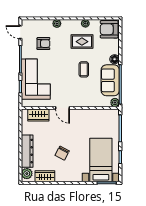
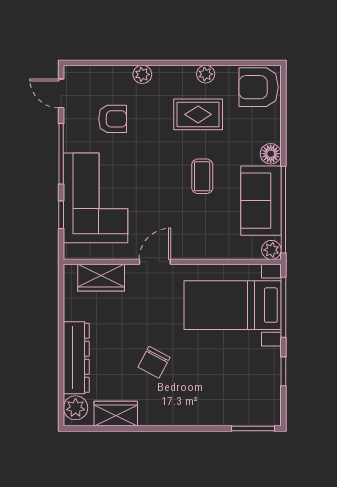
door: (63, 108) -> (155, 262), swing flipped
bed with nightstands: (101, 160) -> (233, 305), moved, turned -90

